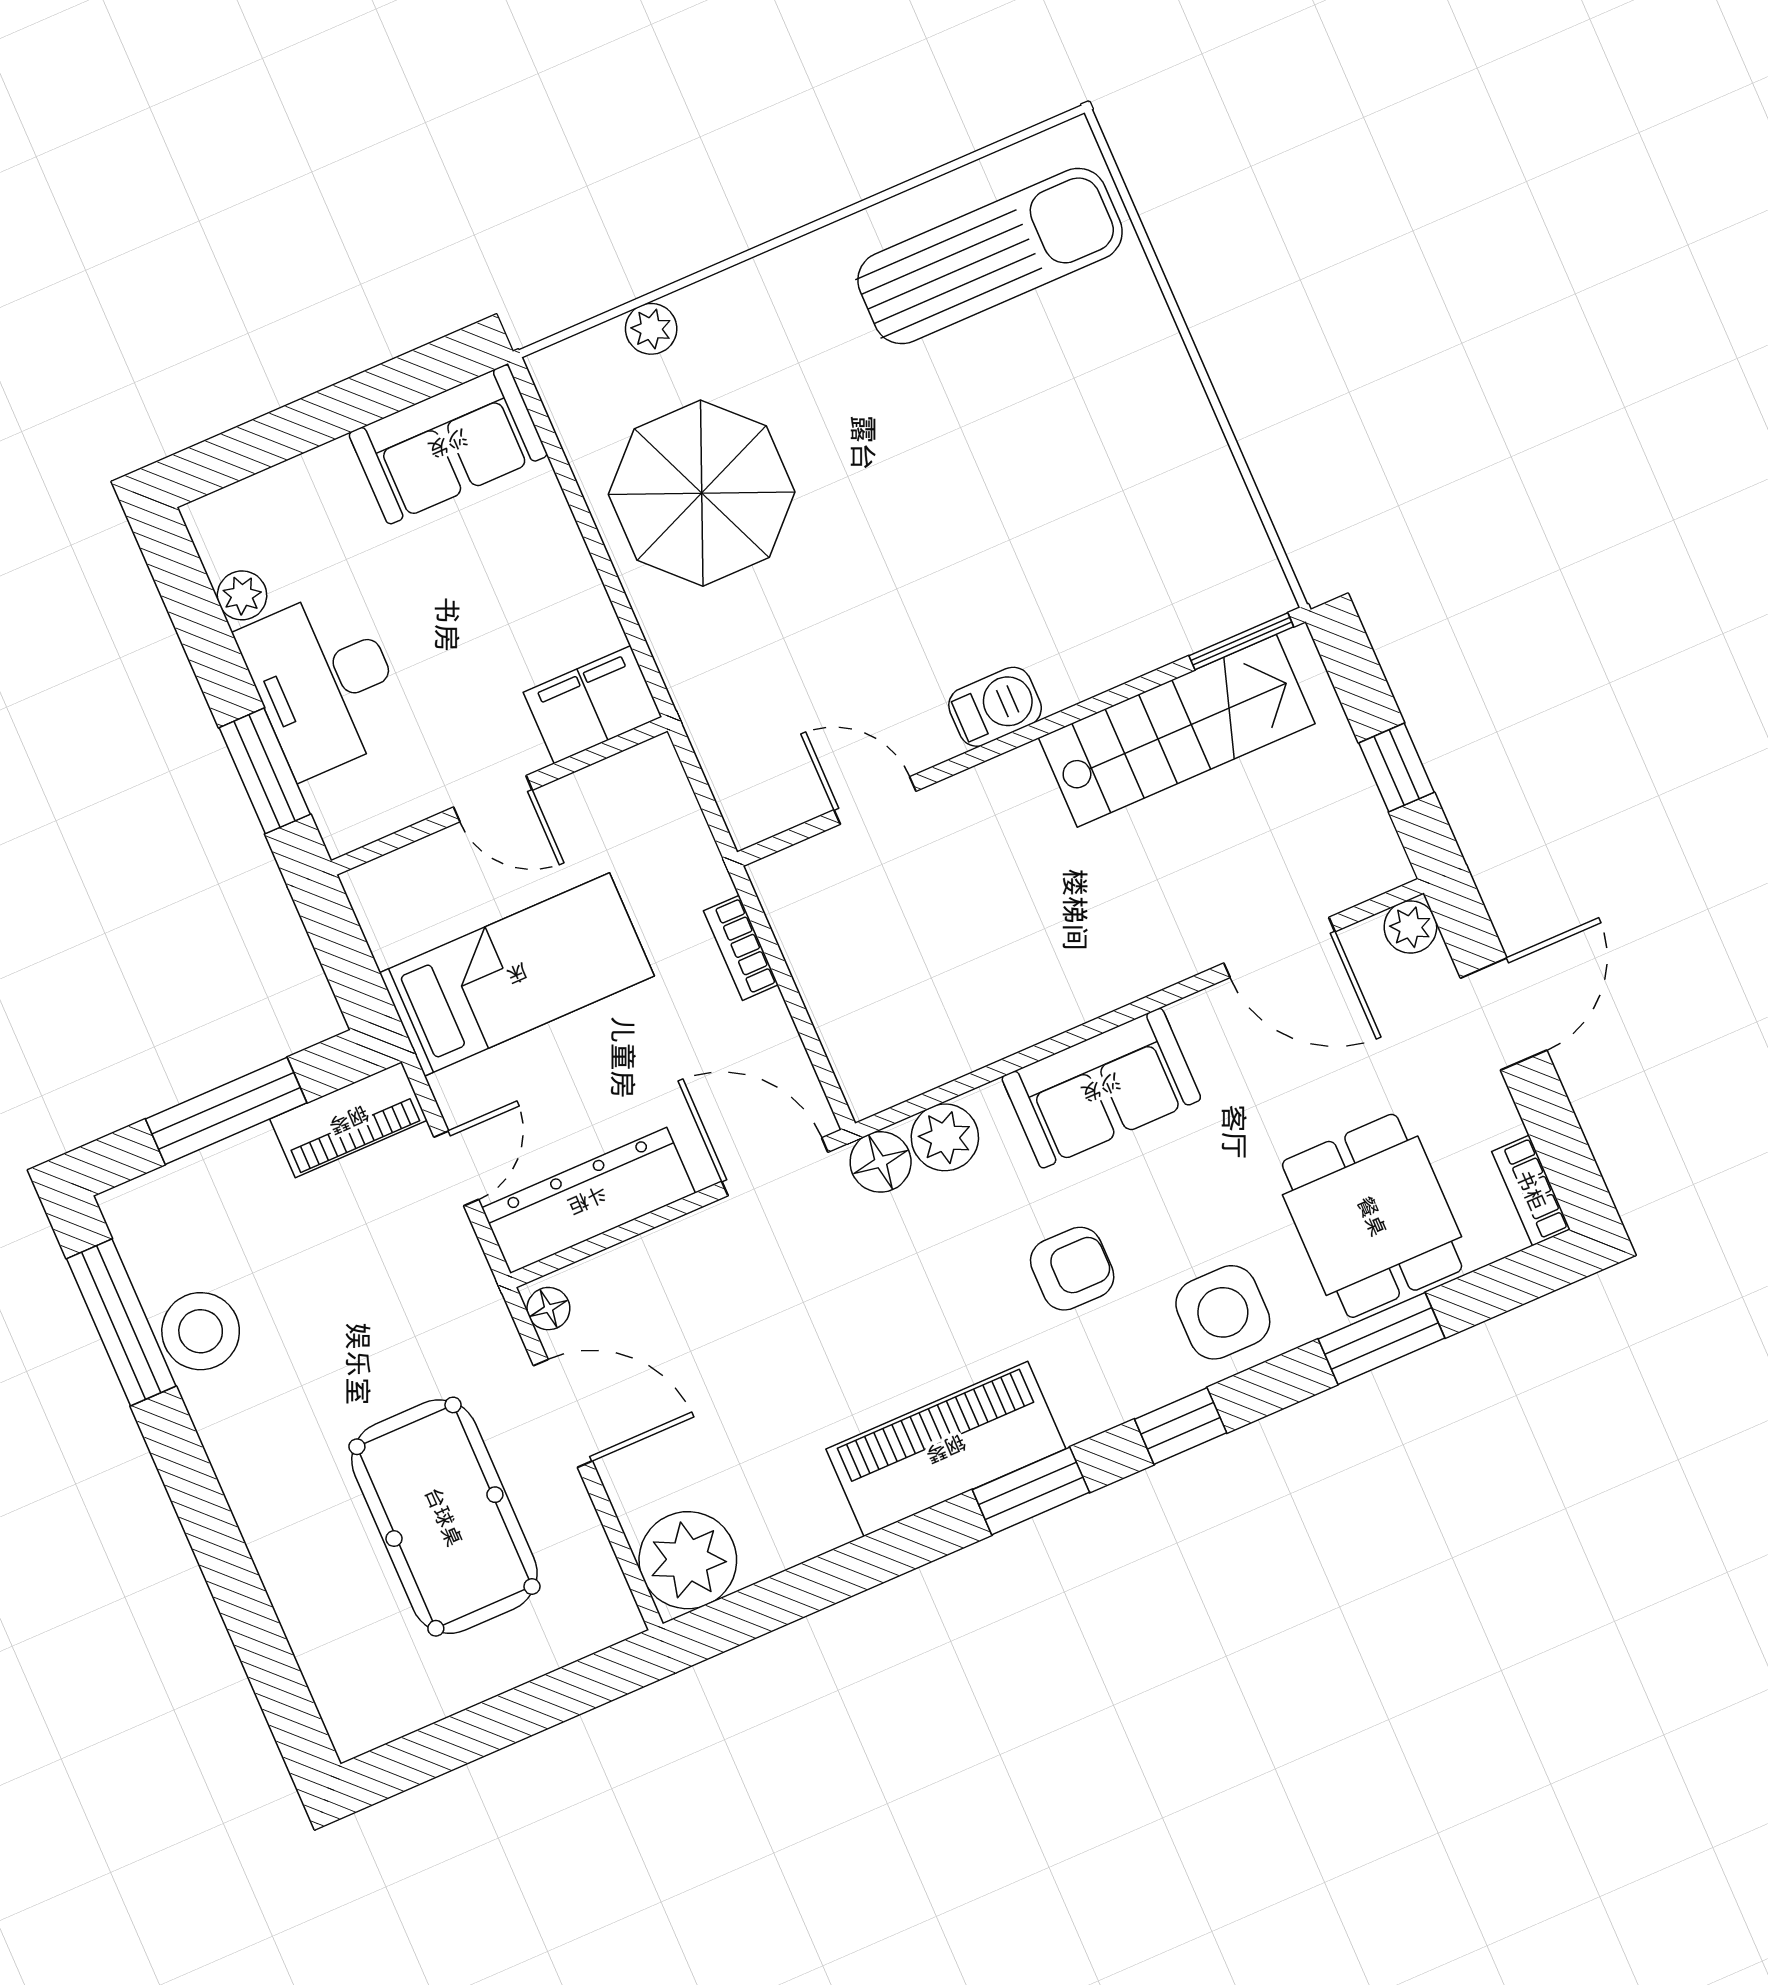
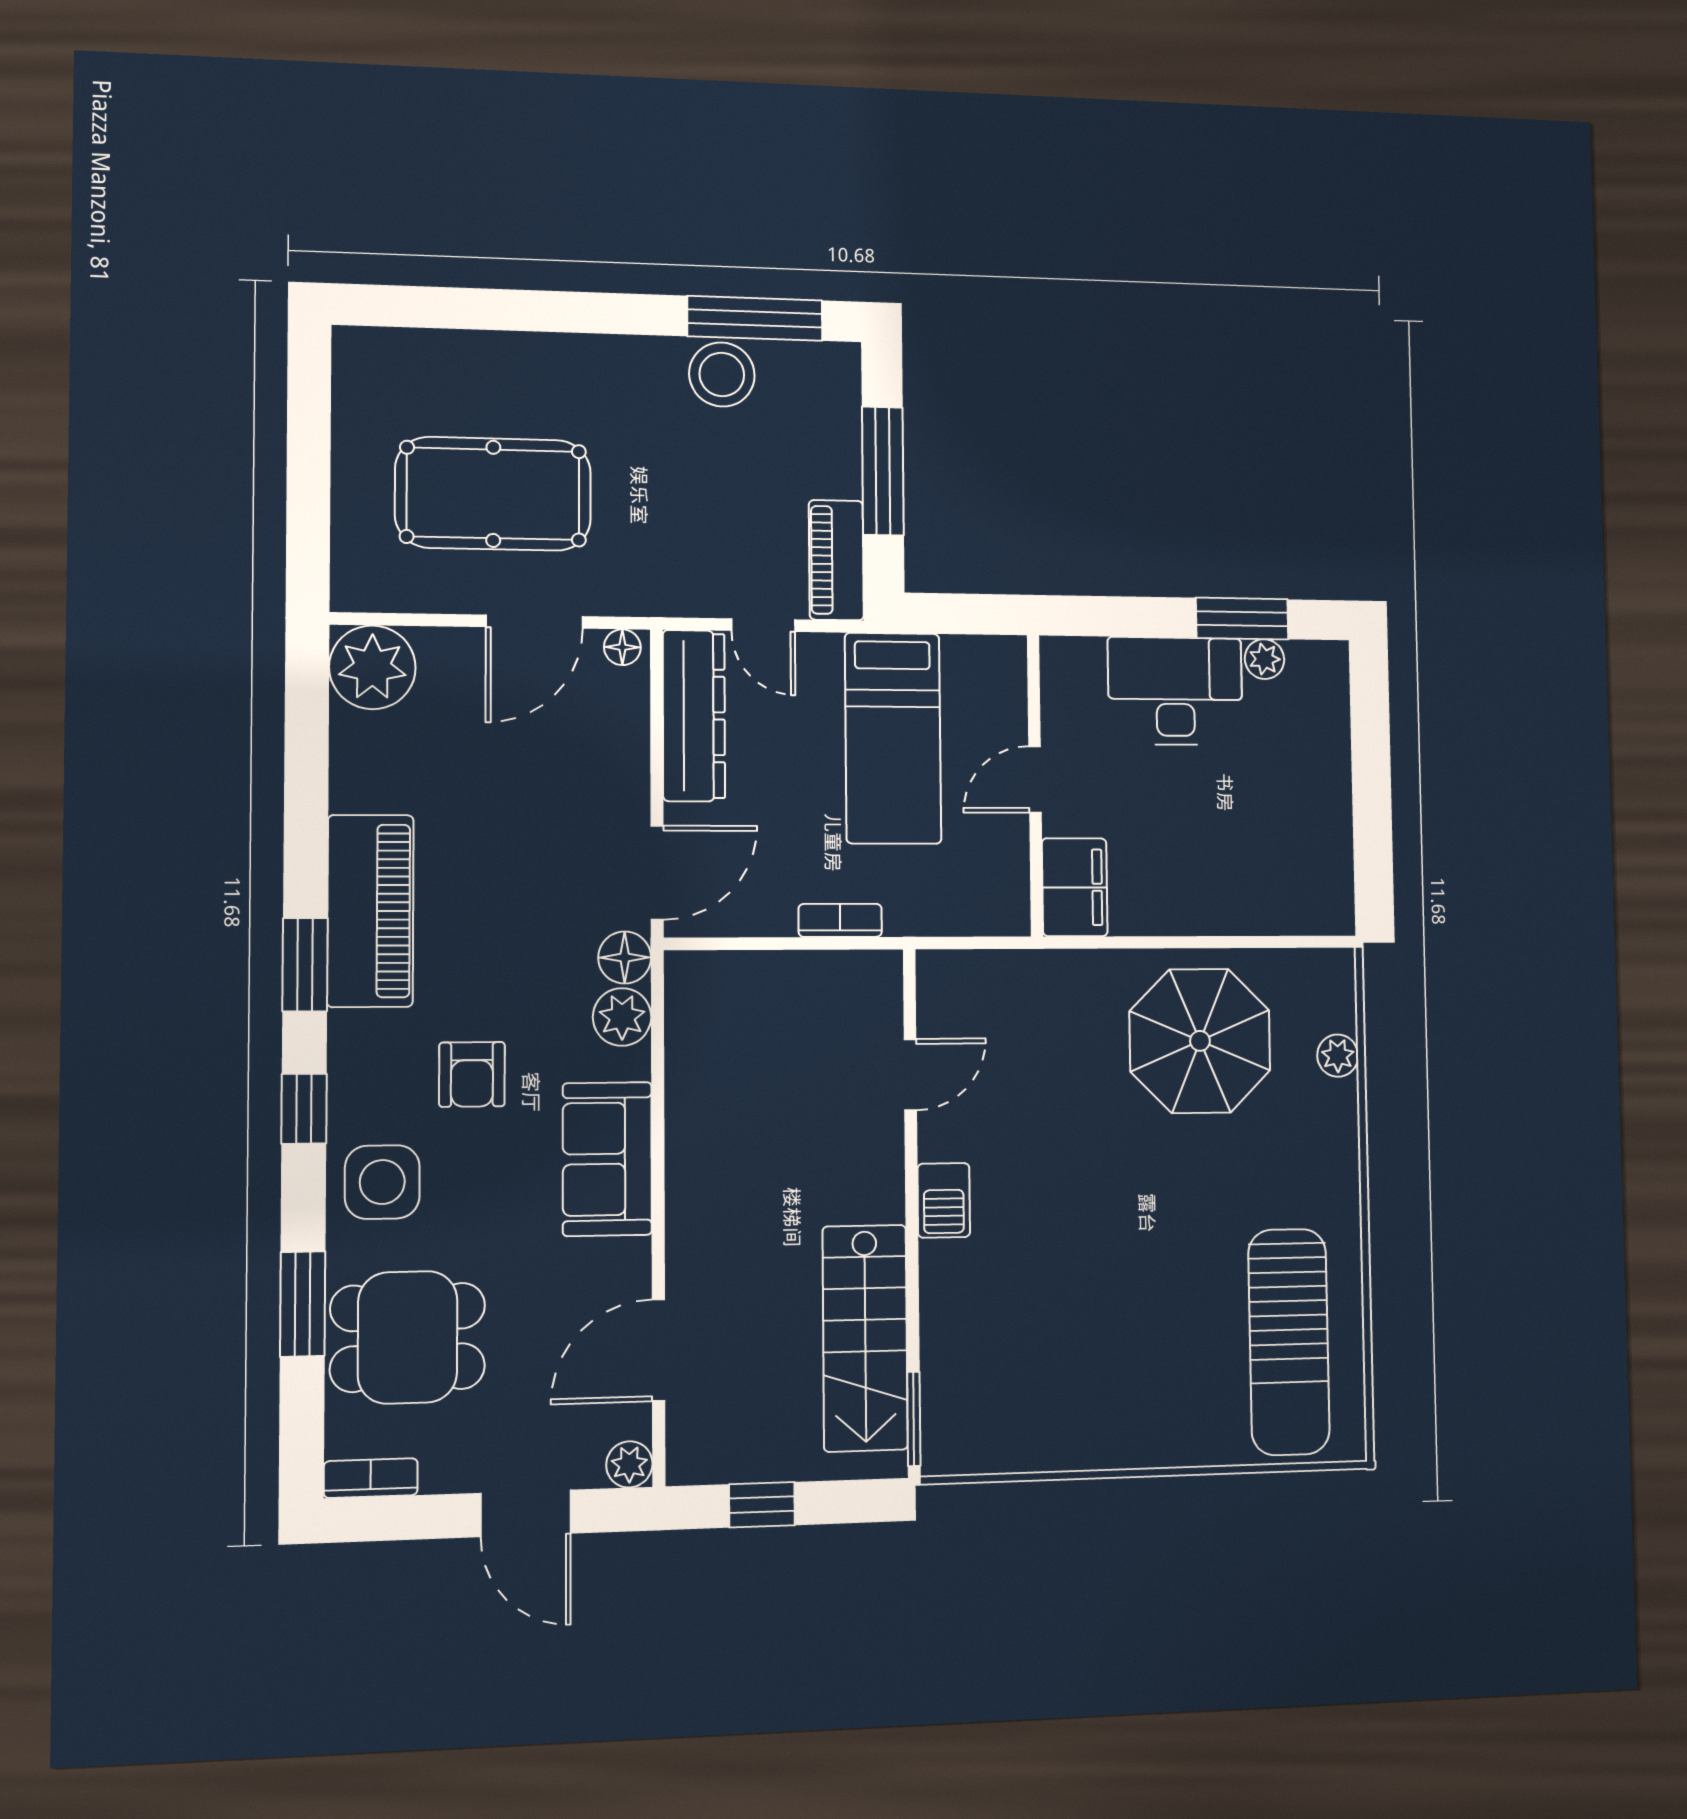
sofa: (448, 444) -> (1314, 864), removed
window: (265, 771) -> (1242, 619), moved

